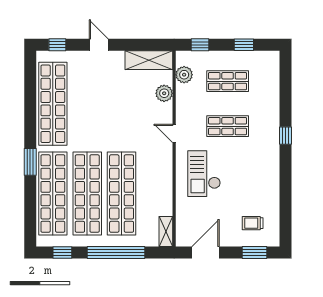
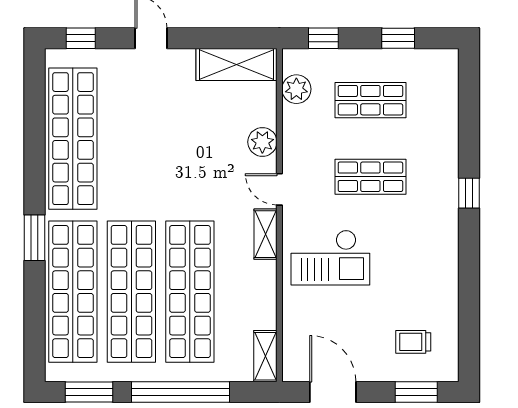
plant: (164, 93) -> (262, 142), moved
shelving: (166, 160) -> (266, 234), added
checkout: (204, 174) -> (330, 258), turned -90
window: (62, 252) -> (89, 392), width x1.50
door: (206, 252) -> (333, 392), hinge flipped

